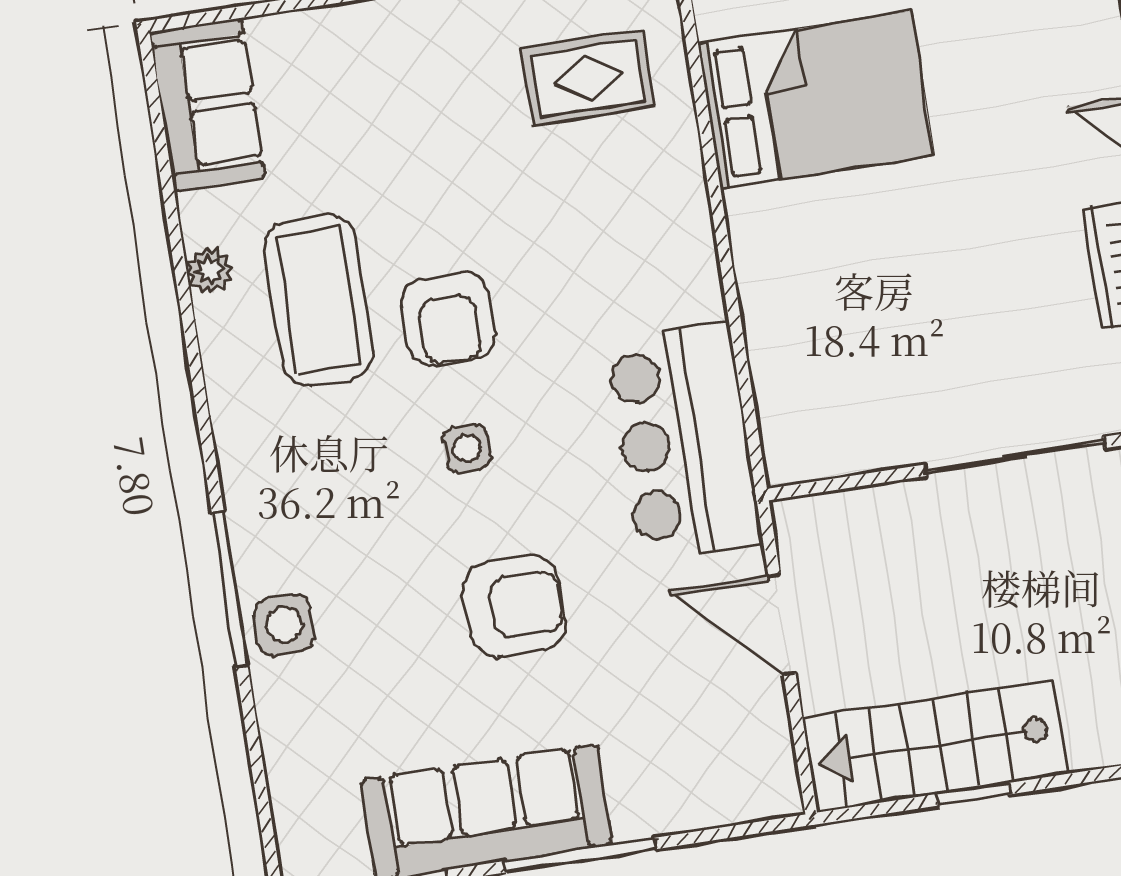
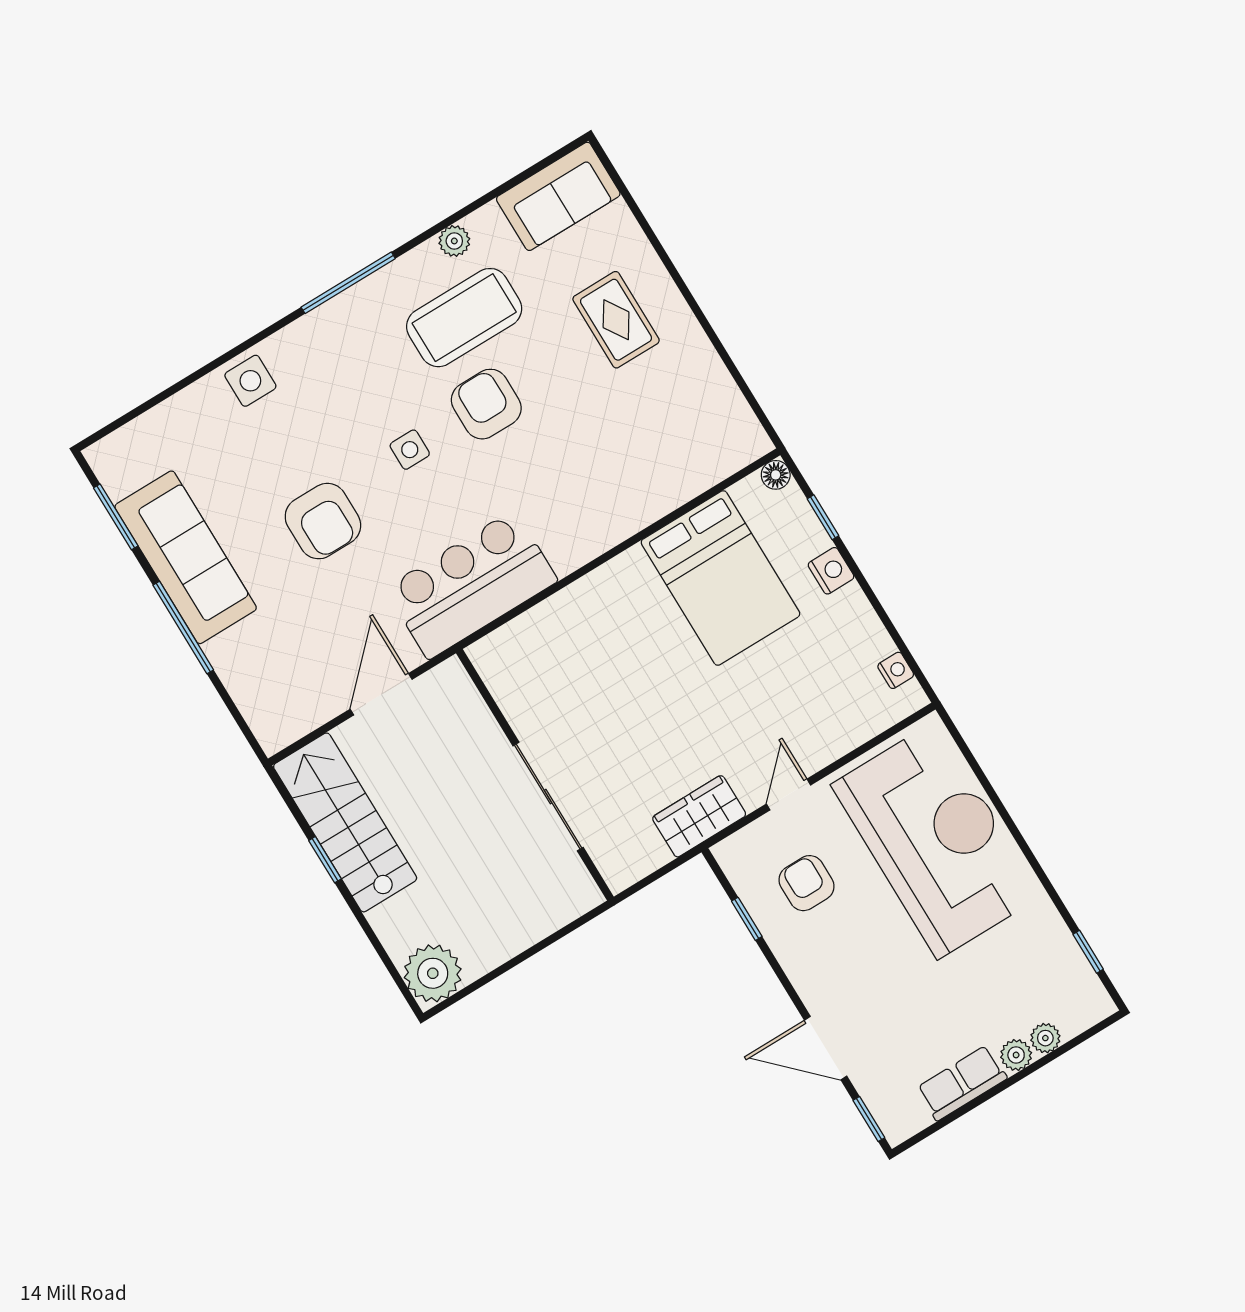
rug: (588, 78) -> (616, 320), moved
armchair: (448, 319) -> (486, 404), turned 90
window: (230, 589) -> (348, 283), moved

